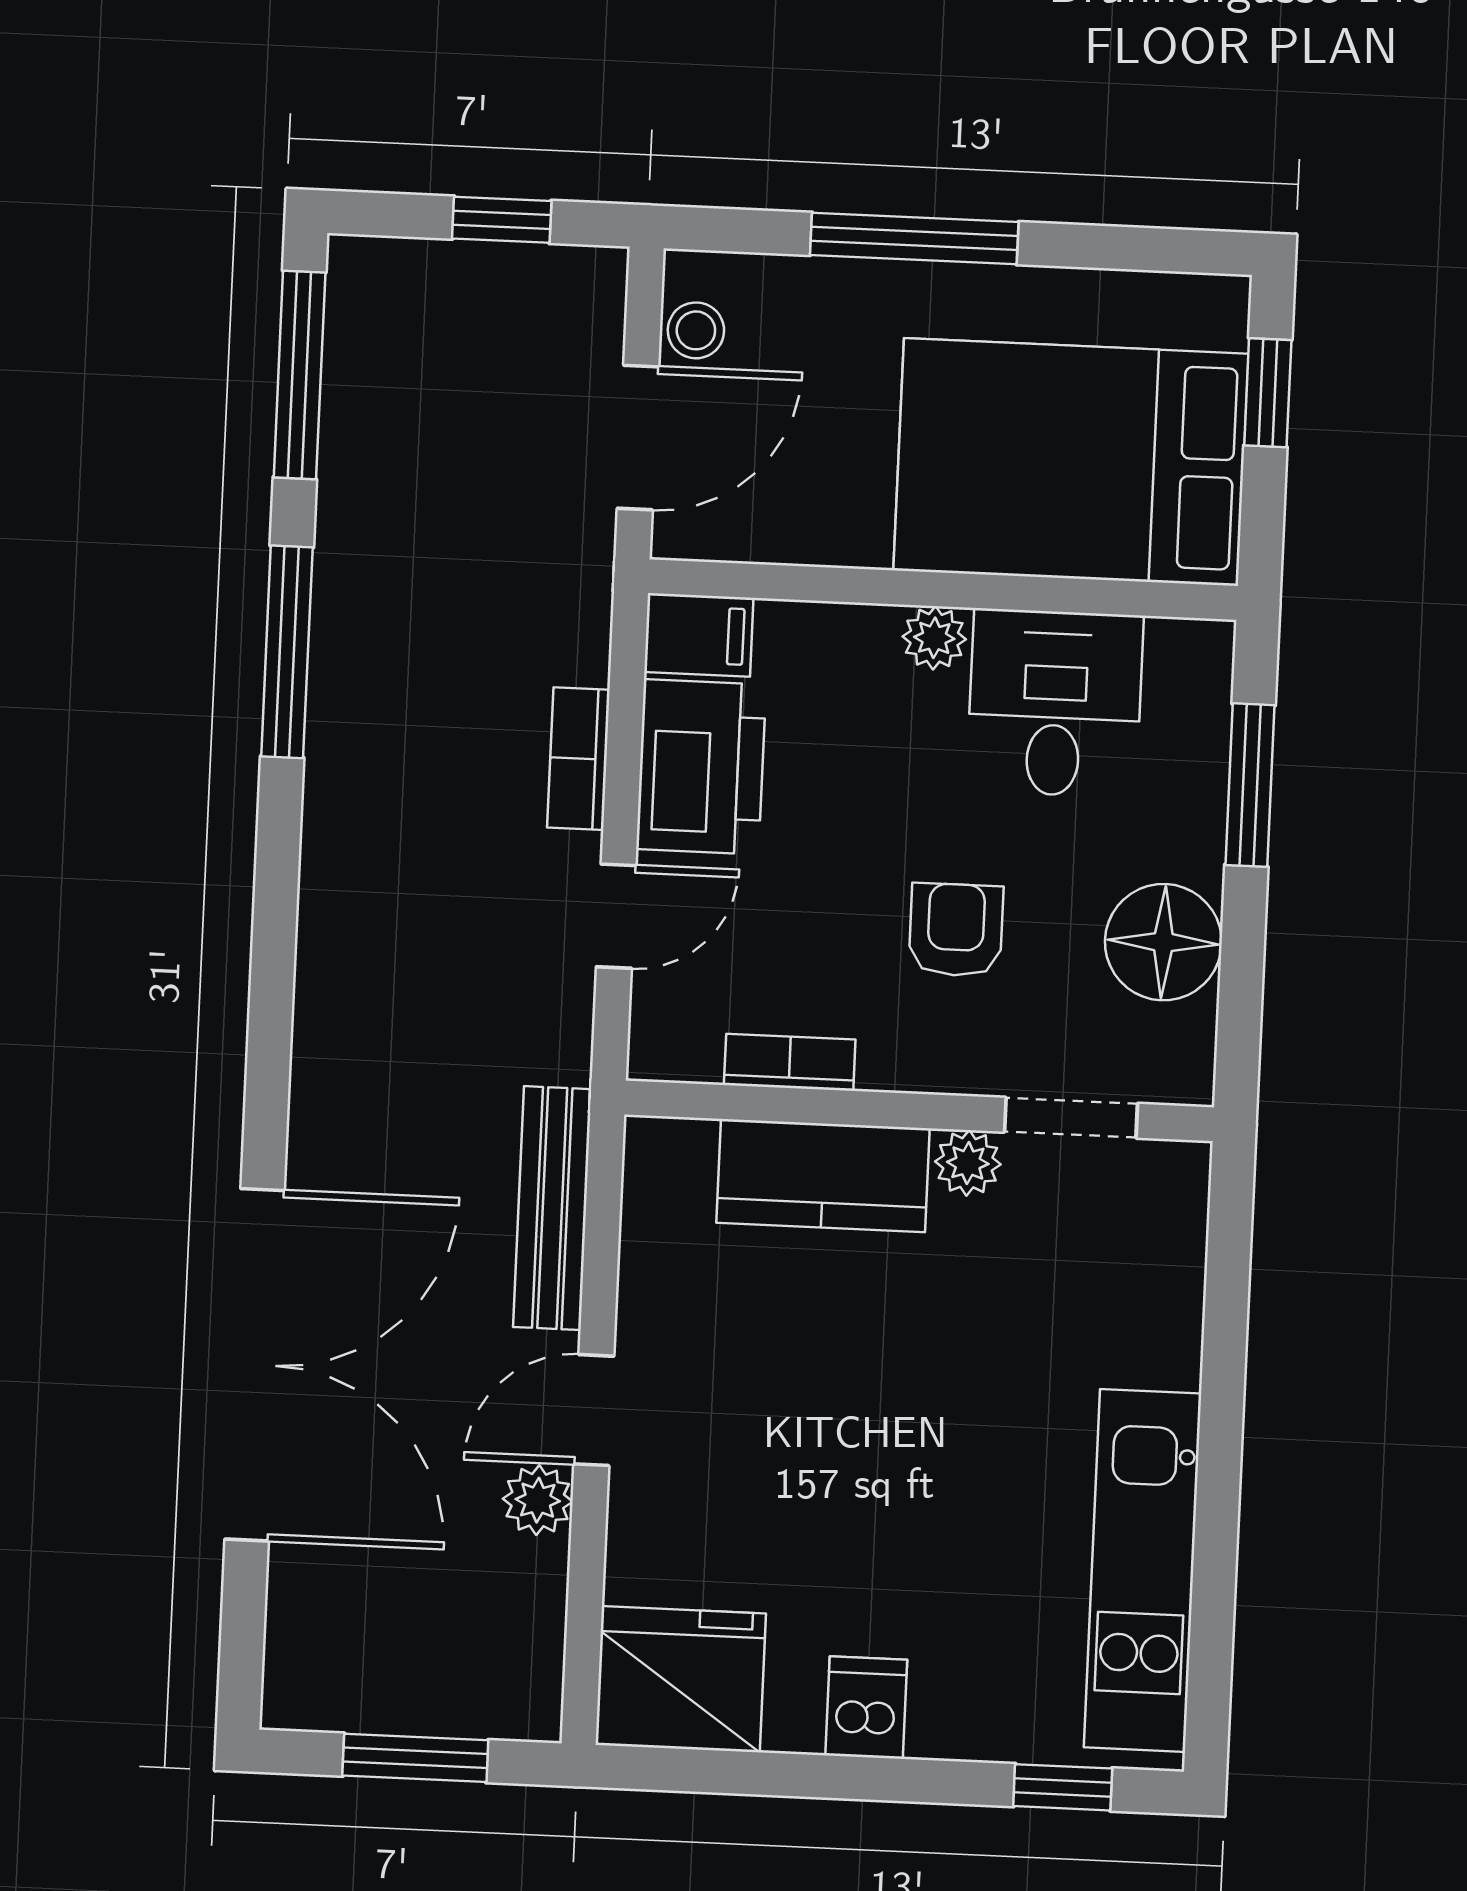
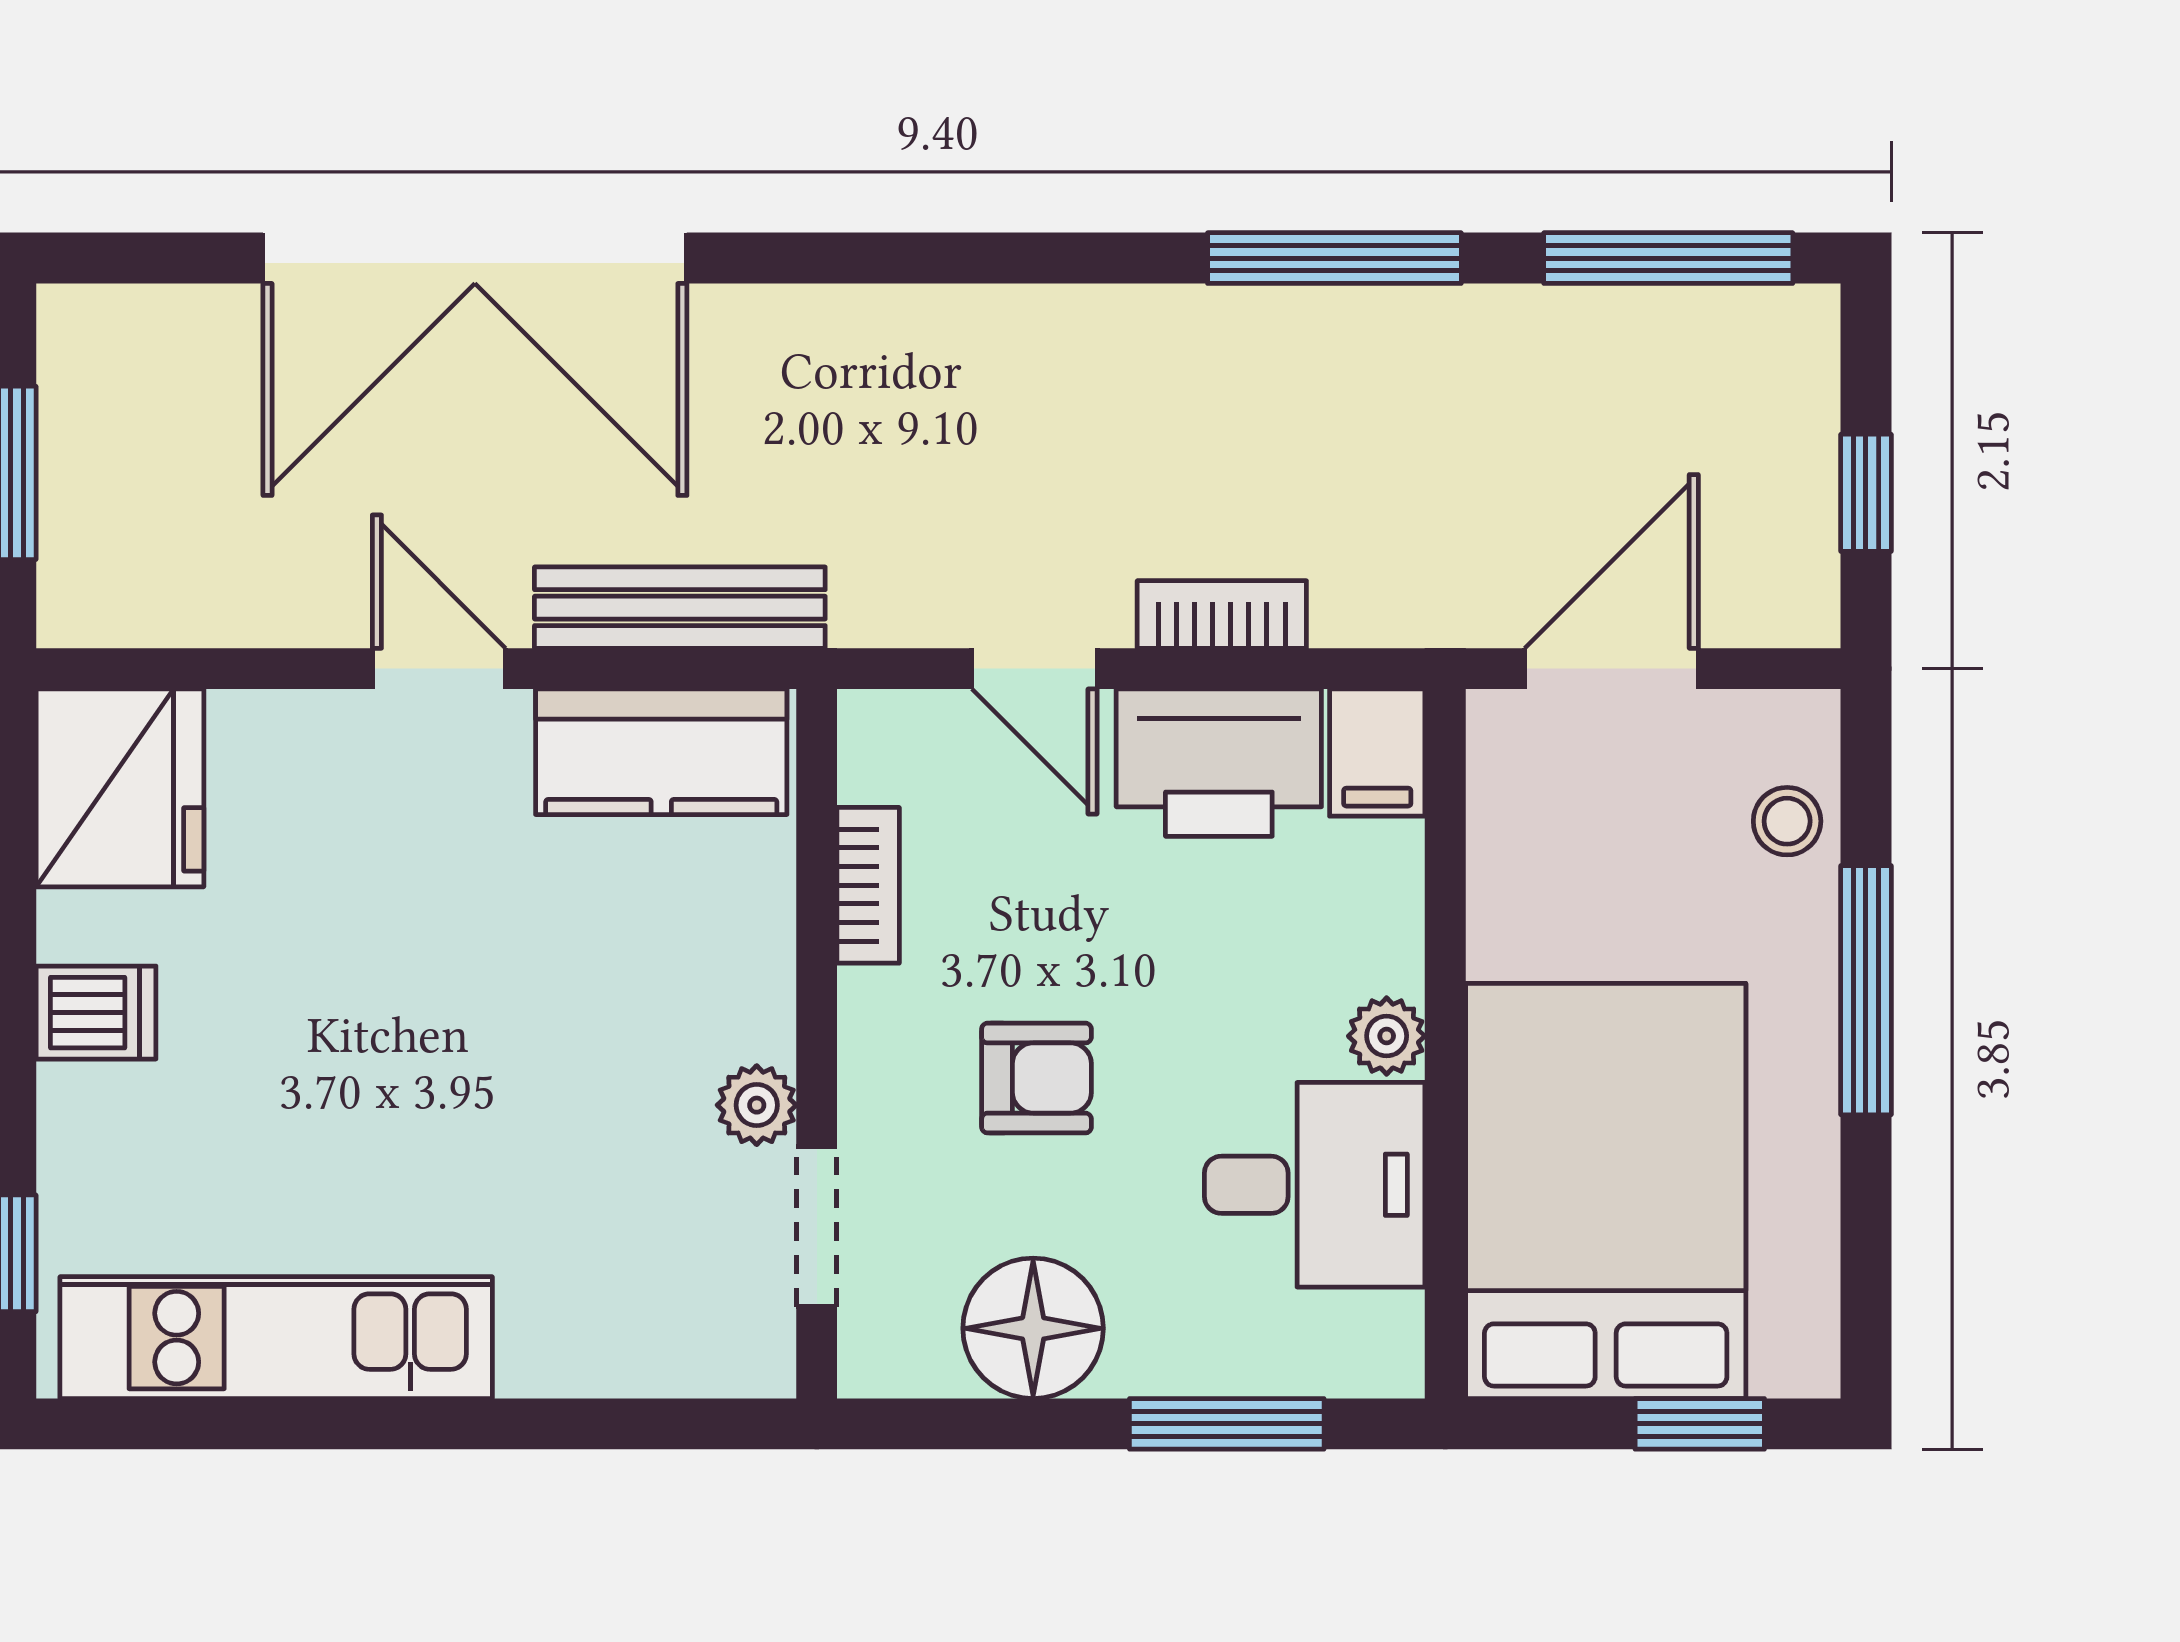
stool: (696, 330) -> (1787, 821), moved
door: (638, 438) -> (1611, 669), swing flipped
kitchen counter: (823, 1176) -> (661, 752), moved, turned -90
plant: (538, 1500) -> (328, 606), removed

